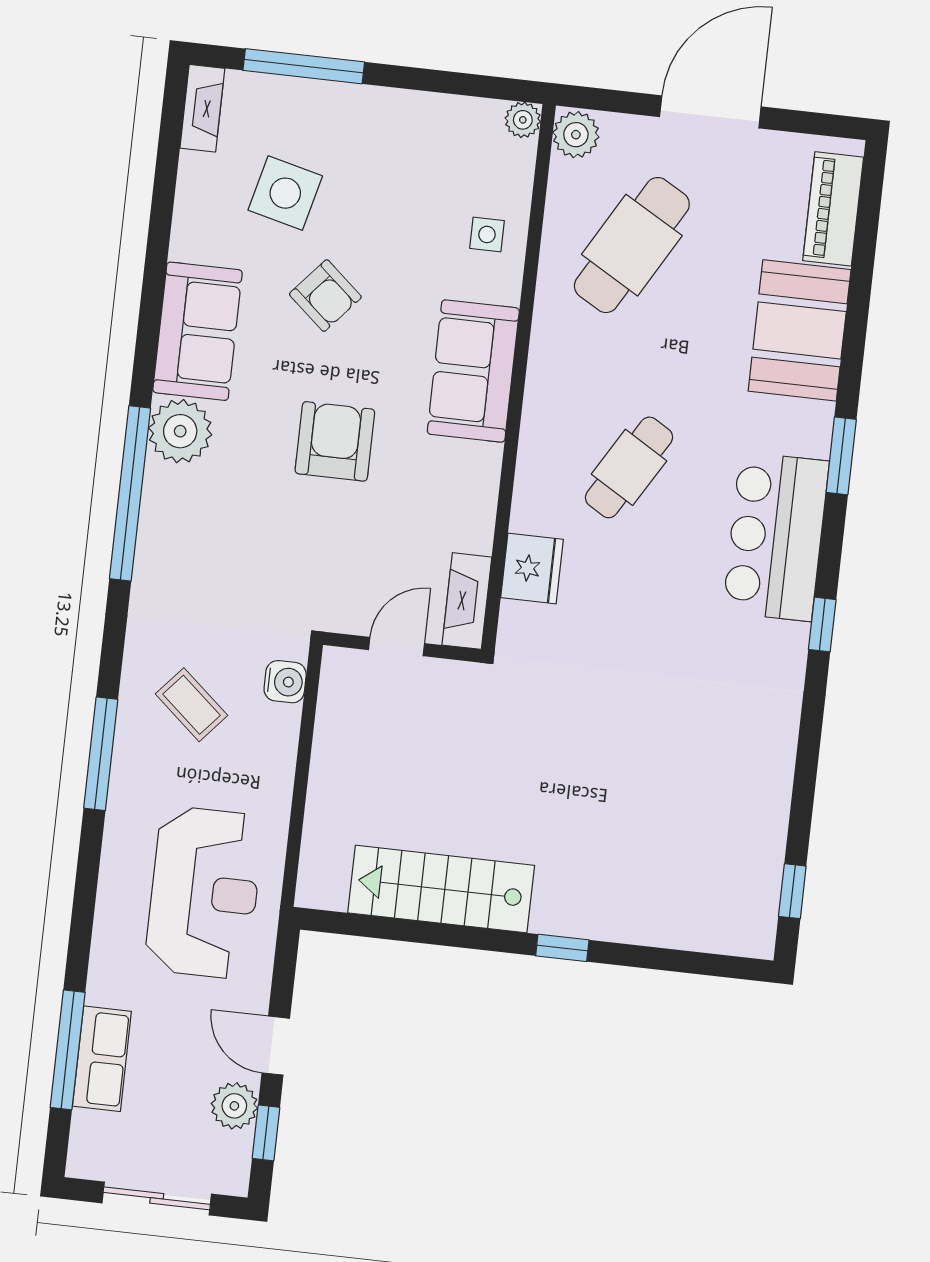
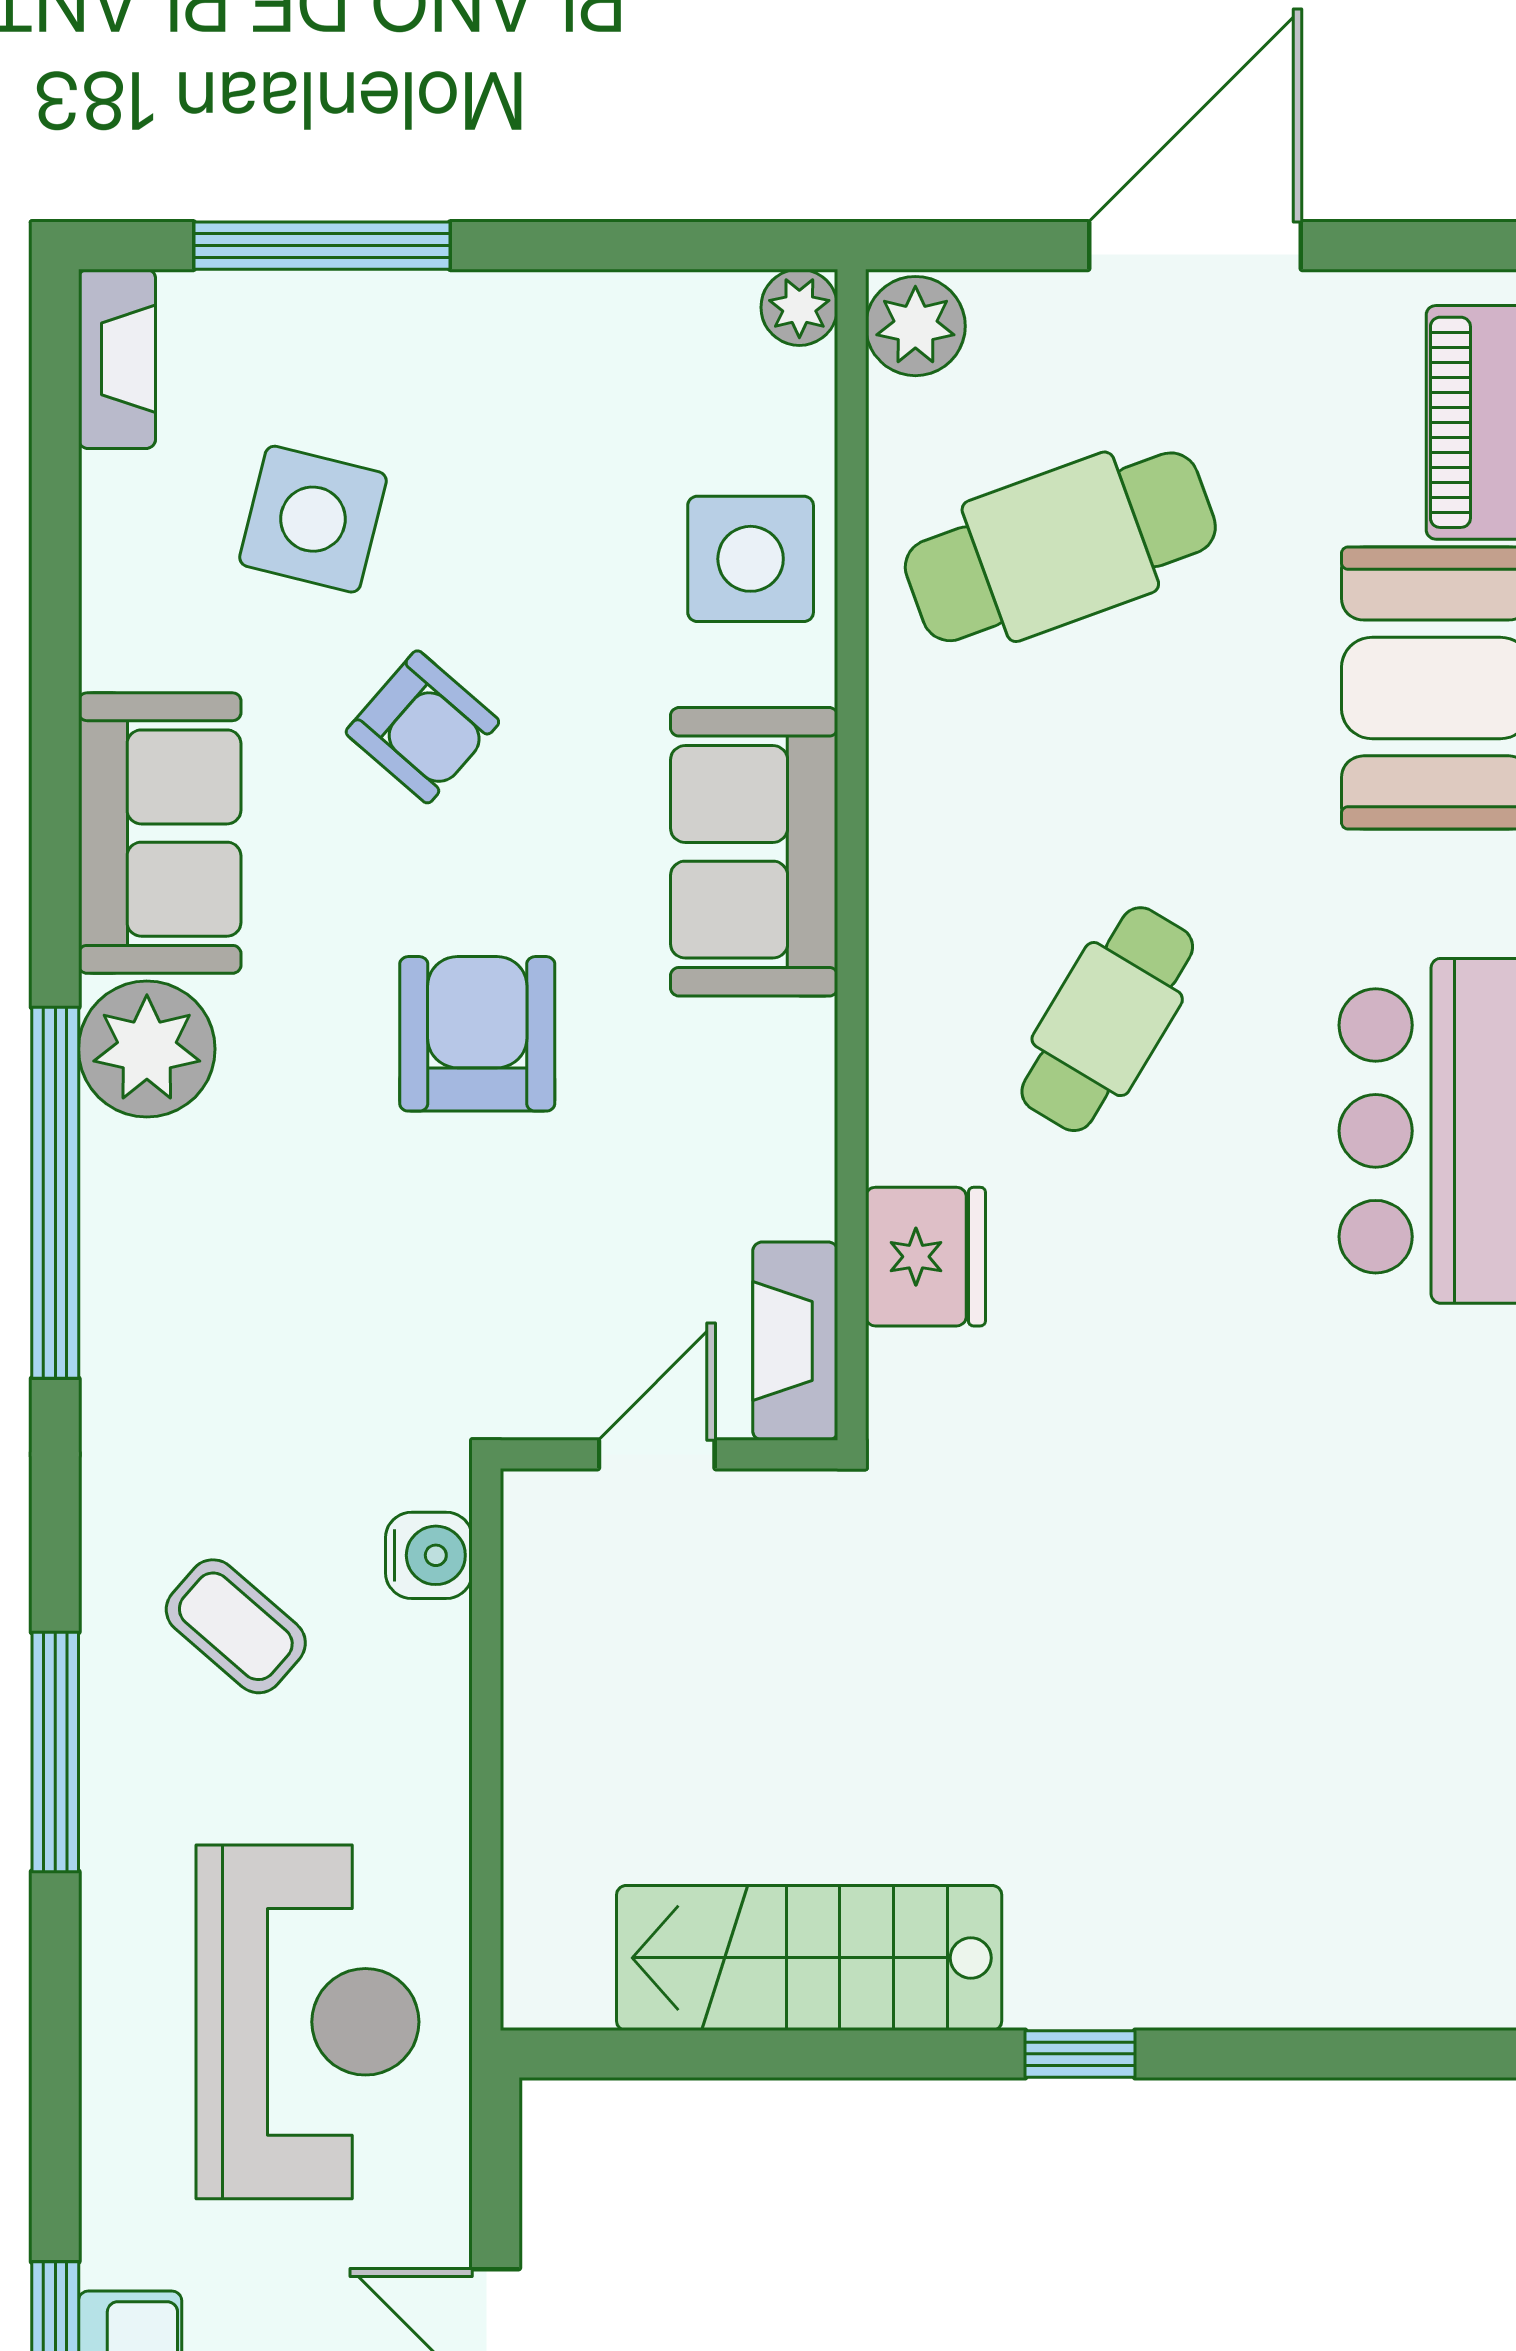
side table: (487, 234) -> (751, 559), width x1.87, depth x1.87
cafe table: (632, 245) -> (1060, 547), turned 40

